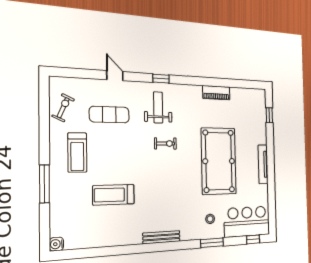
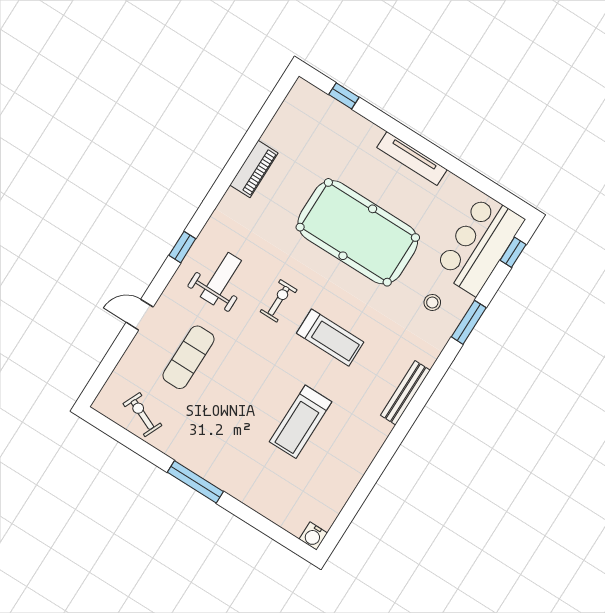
weight bench: (158, 107) -> (221, 279), turned 90
treadmill: (77, 153) -> (330, 338), moved
window: (44, 184) -> (195, 482), moved

